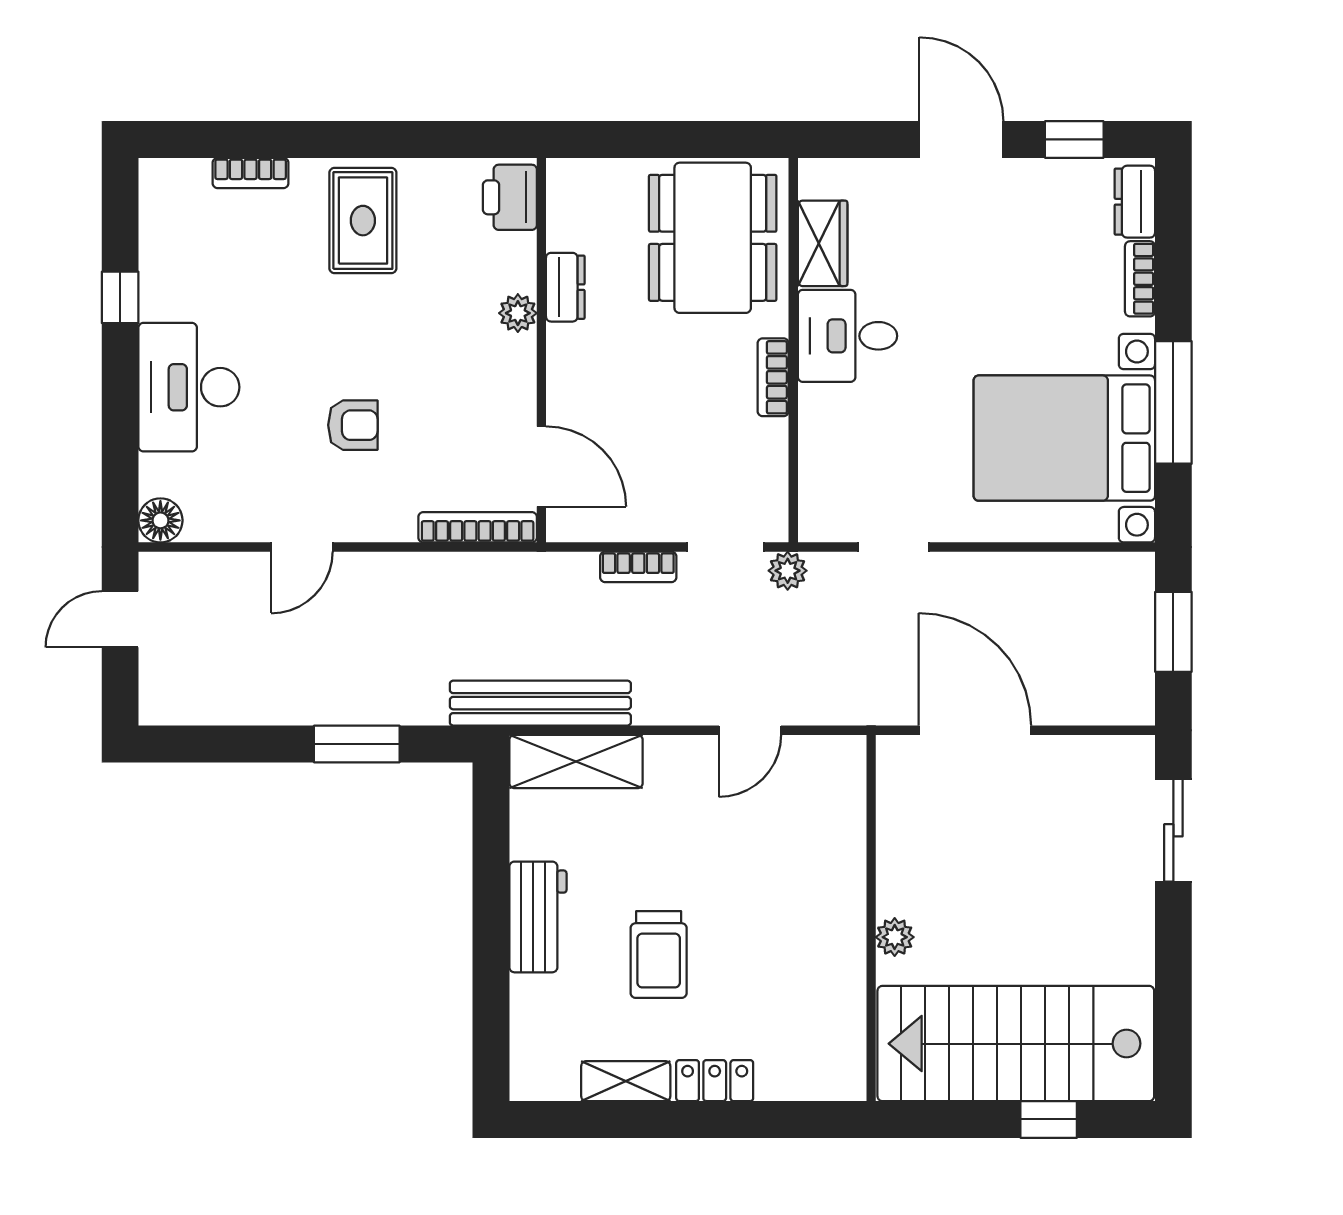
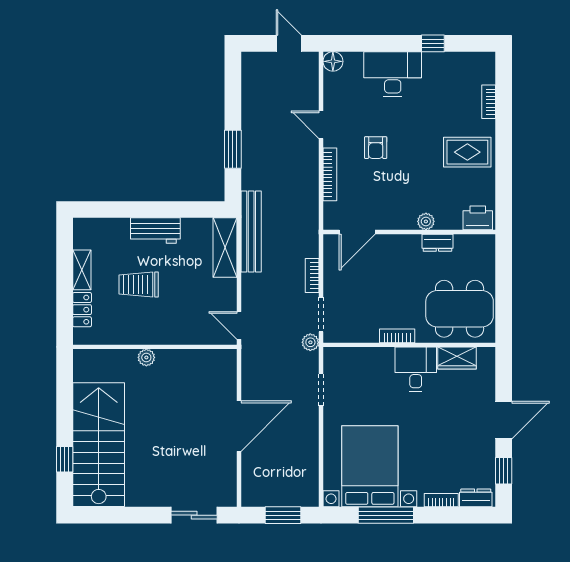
bookcase: (478, 527) -> (330, 174), moved
wall: (871, 918) -> (155, 347), moved
plant: (895, 937) -> (146, 357), moved

